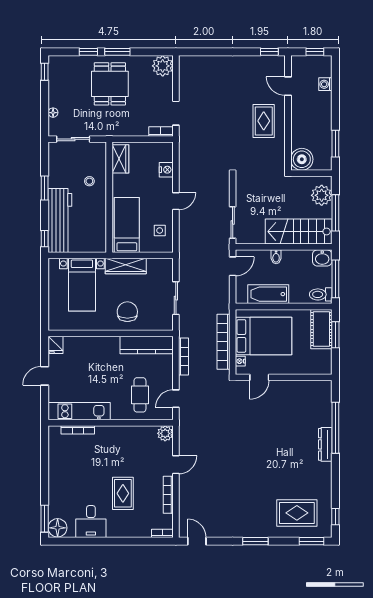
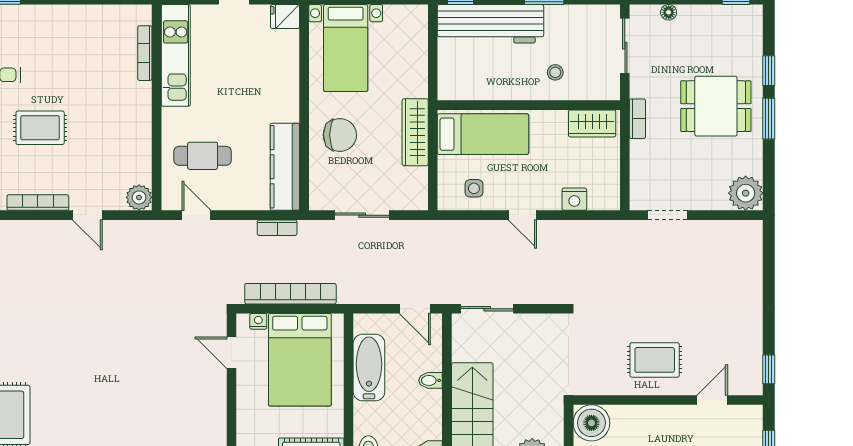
bookcase: (161, 131) -> (637, 119), moved
bed with nightstands: (82, 285) -> (346, 48), moved, turned -90
bookcase: (183, 356) -> (277, 228), width x0.64

